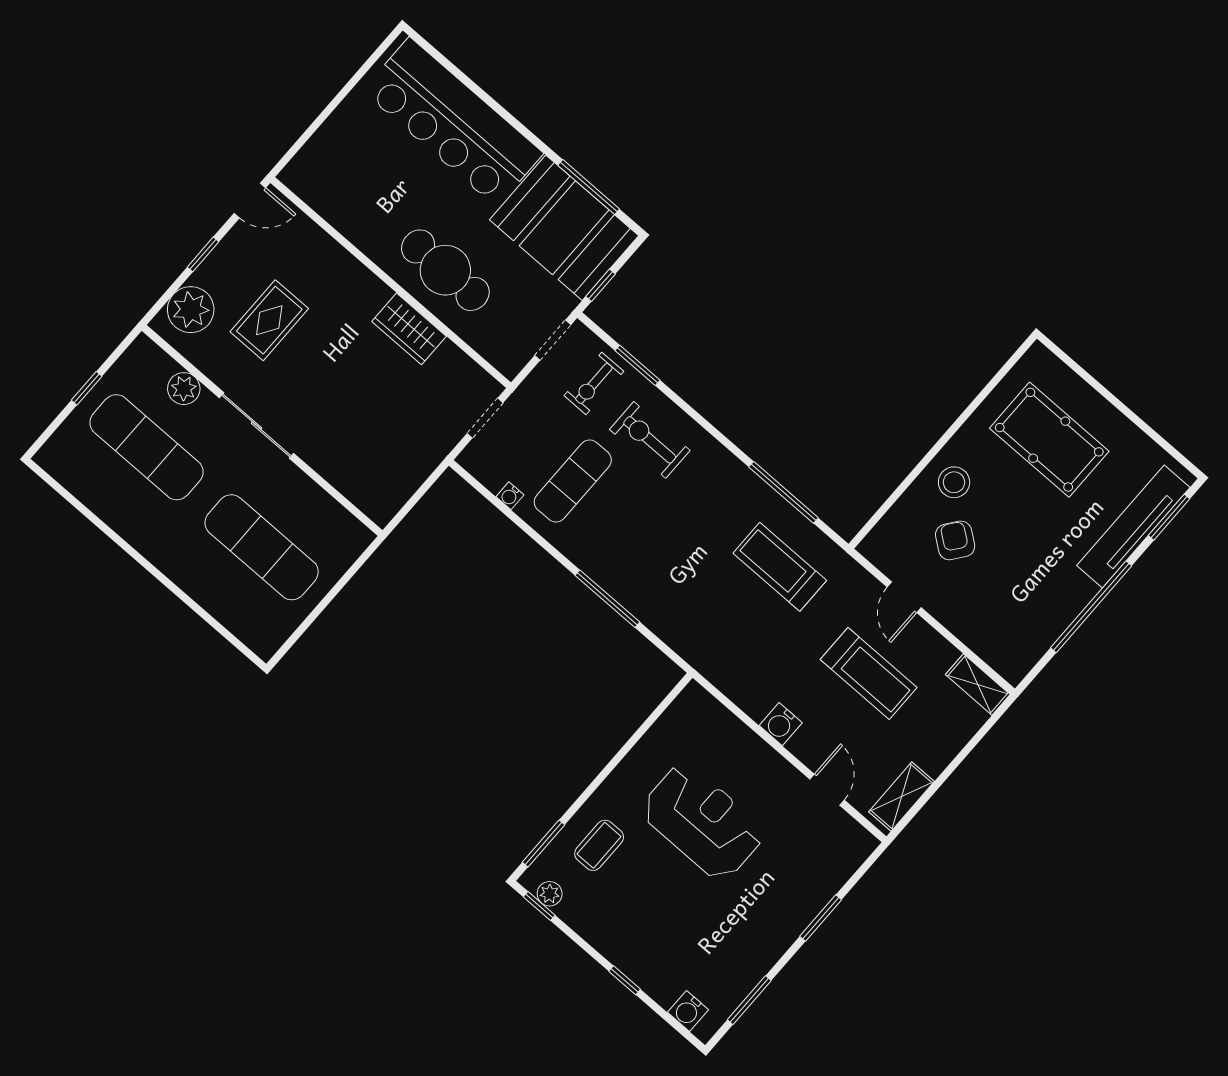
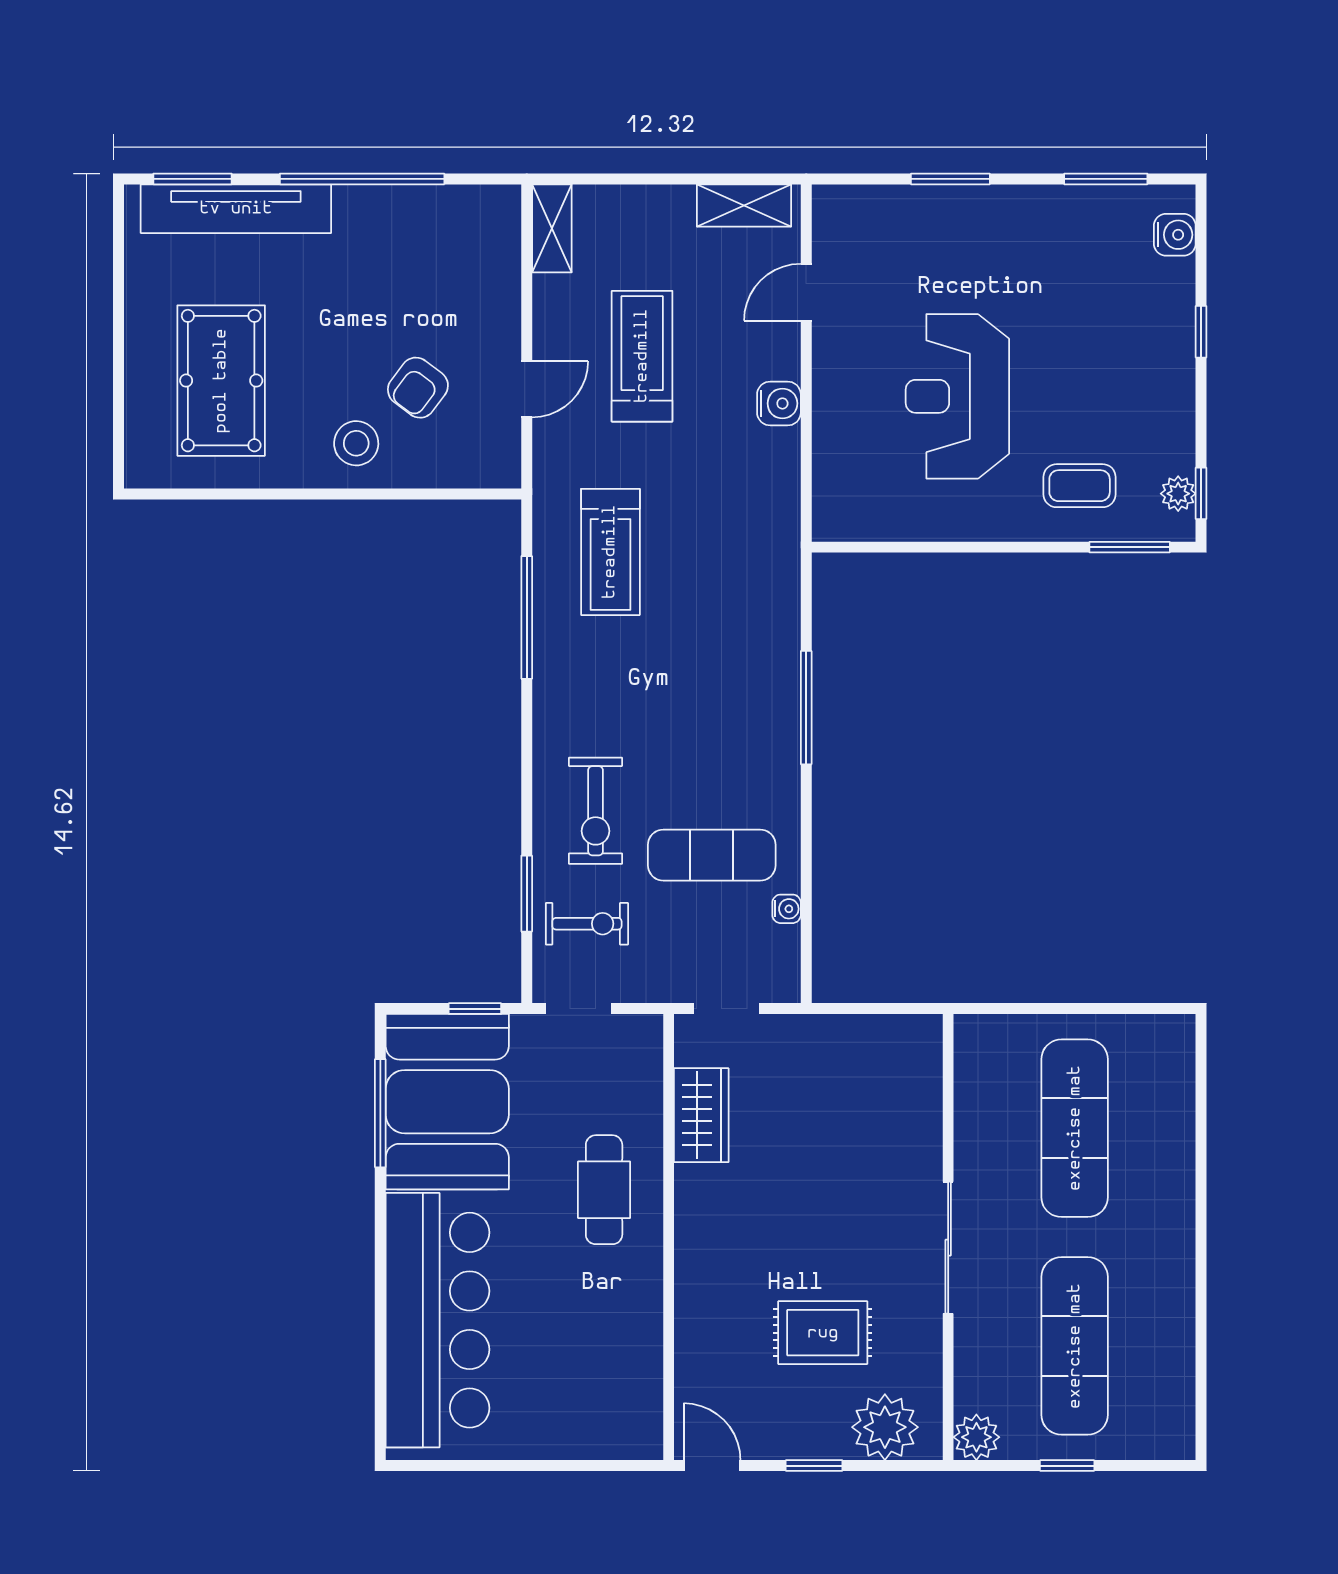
cafe table: (445, 270) -> (604, 1190), width x0.73, depth x0.74
wardrobe: (409, 329) -> (701, 1115), moved
plant: (184, 389) -> (976, 1437), moved

